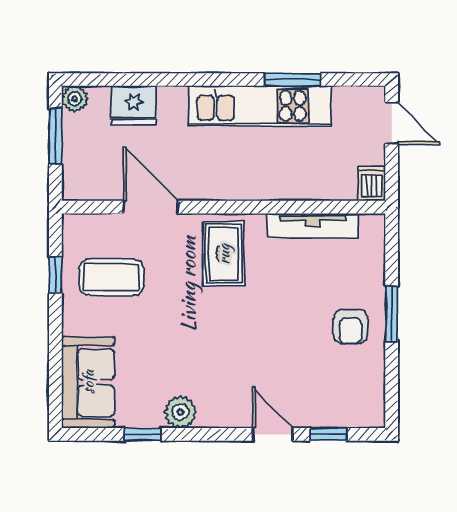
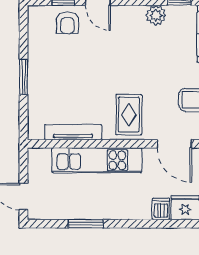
kitchen unit: (260, 106) -> (97, 160), moved, turned 180
dishwasher: (372, 183) -> (161, 209), moved, turned 180
armchair: (351, 327) -> (67, 23), moved, turned 180

